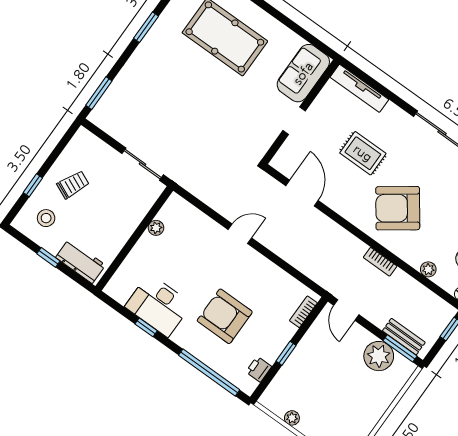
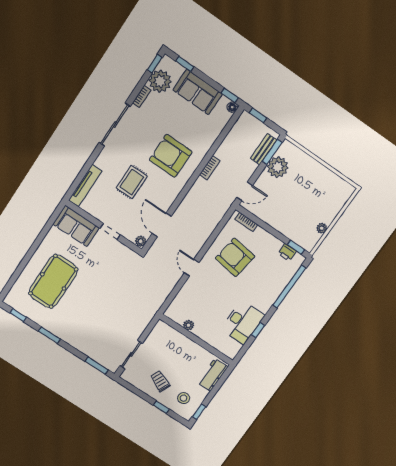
sliding door: (143, 164) -> (131, 355), moved
door: (302, 193) -> (162, 225), hinge flipped
armchair: (398, 208) -> (171, 156), turned 126
window: (48, 257) -> (199, 412), moved
plant: (428, 269) -> (141, 241), moved
armchair: (225, 316) -> (235, 257), moved, turned 98
window: (286, 353) -> (296, 247), moved

